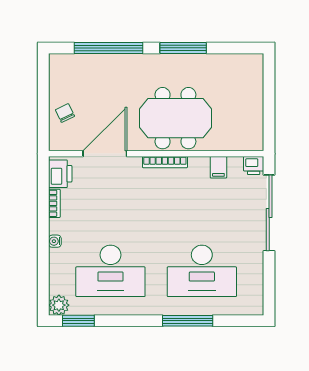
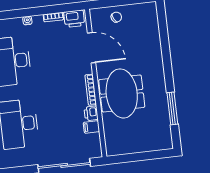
window: (108, 48) -> (165, 42), removed
window: (183, 48) -> (172, 108), moved
printer: (254, 166) -> (91, 113), moved

